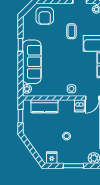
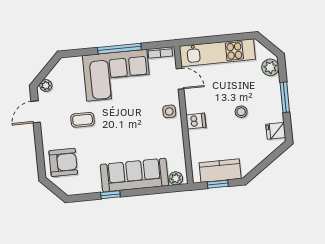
kitchen counter: (45, 106) -> (220, 171), moved, turned -90
dishwasher: (79, 106) -> (196, 121), moved

